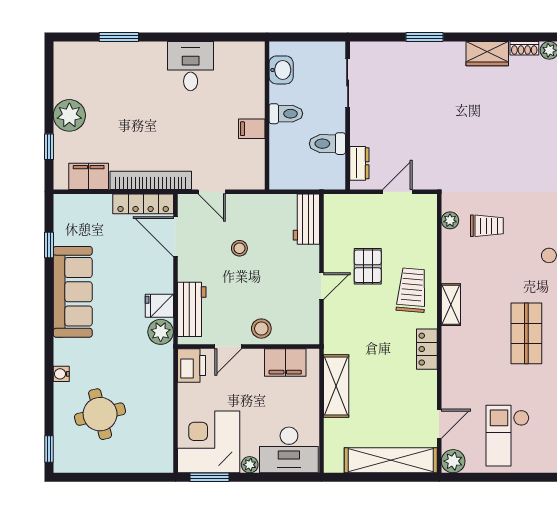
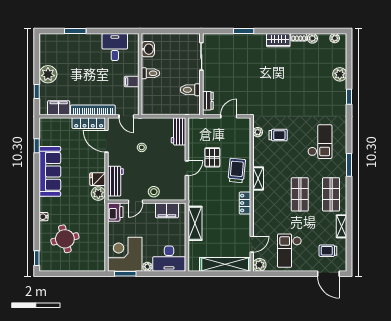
washbasin: (281, 70) -> (148, 49), moved
toilet: (286, 114) -> (150, 73), moved
wall: (267, 115) -> (140, 74), moved
filing cabinet: (252, 129) -> (132, 82), moved

